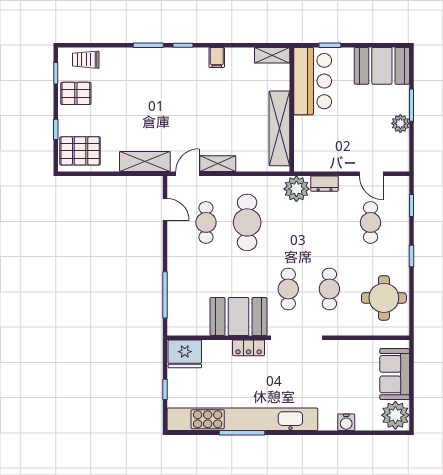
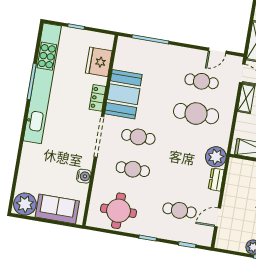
fridge: (185, 354) -> (99, 62), moved
water cooler: (346, 422) -> (84, 176), moved, turned 180

